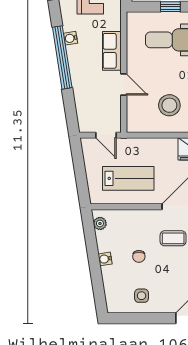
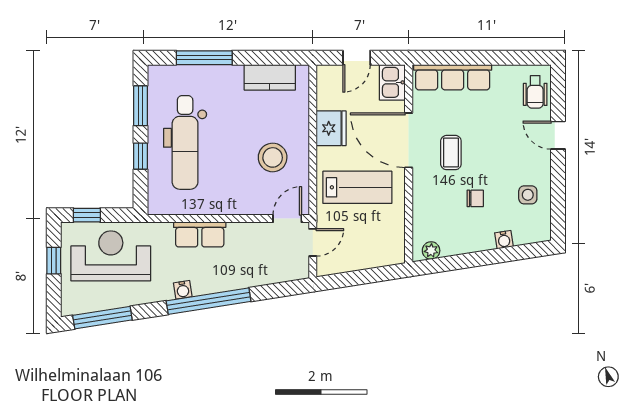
door: (124, 84) -> (287, 219), moved
lab bench: (128, 178) -> (357, 187), moved, turned 90
water cooler: (105, 259) -> (504, 240), moved

